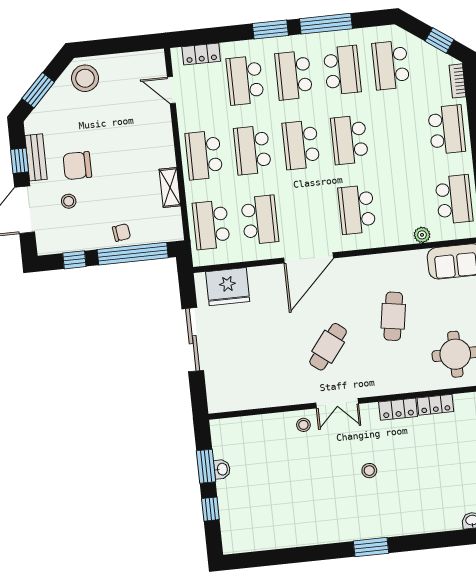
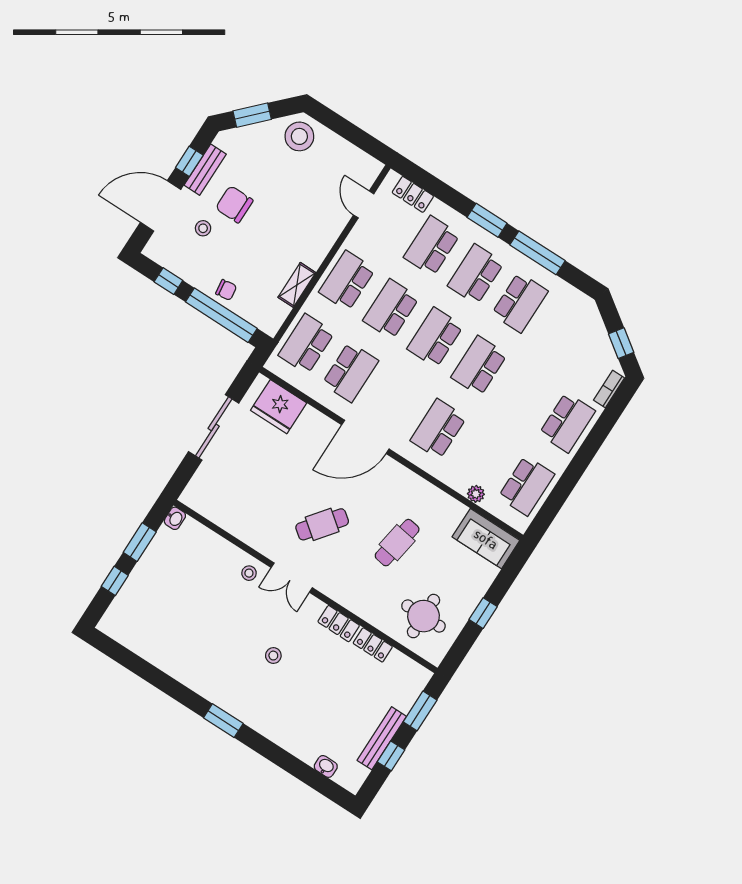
school desk: (391, 65) -> (564, 331), removed
washbasin: (222, 469) -> (175, 518), moved

